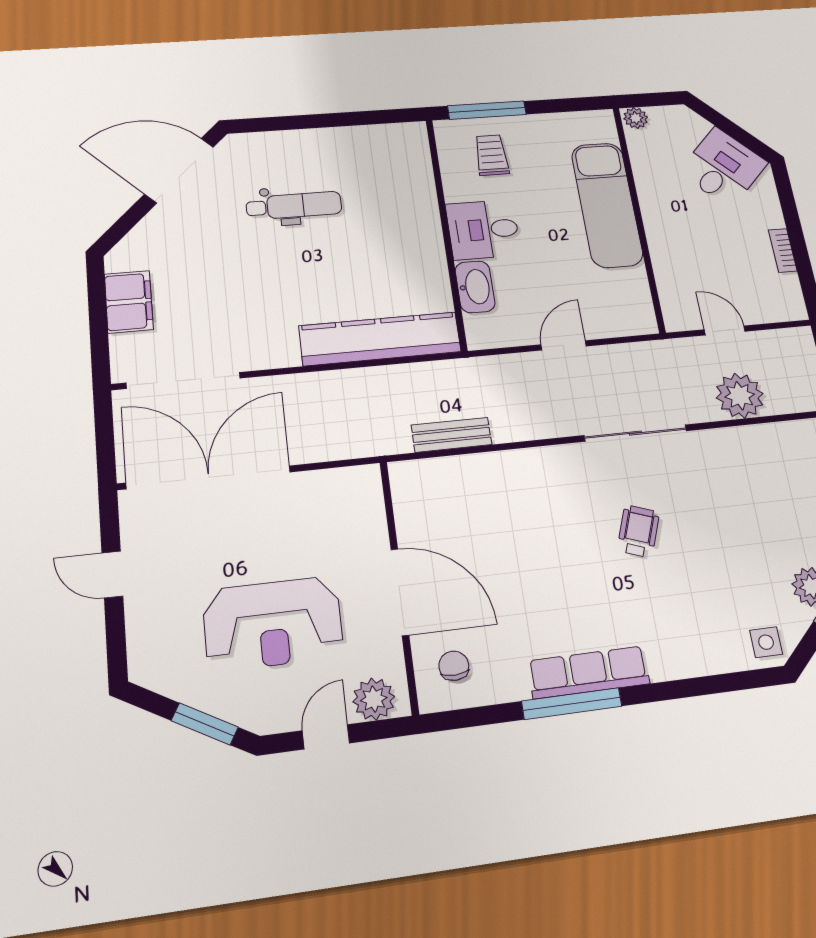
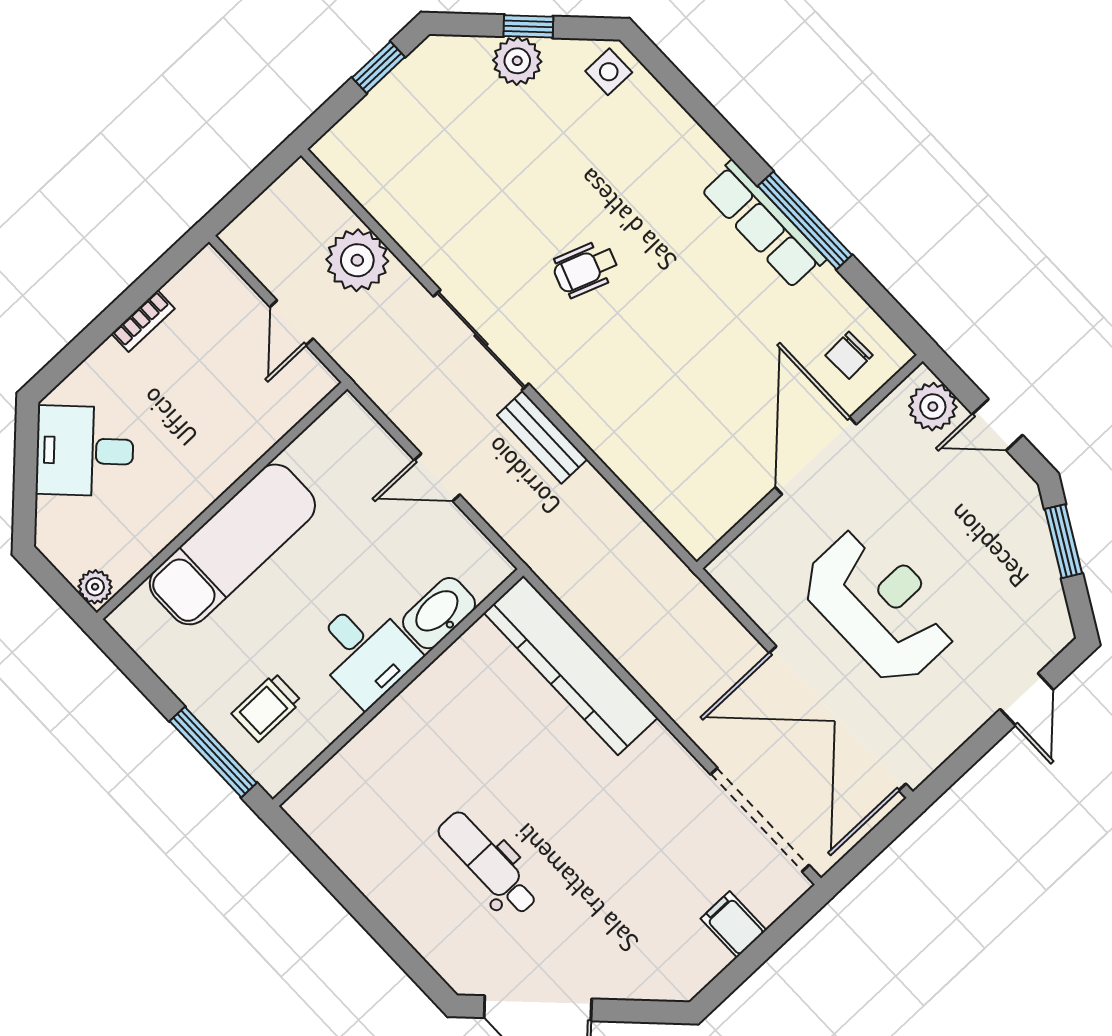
filing cabinet: (129, 302) -> (733, 924), width x0.50
bench: (452, 435) -> (542, 437), moved
door: (112, 574) -> (1027, 699), moved
reception desk: (273, 623) -> (879, 606), moved

